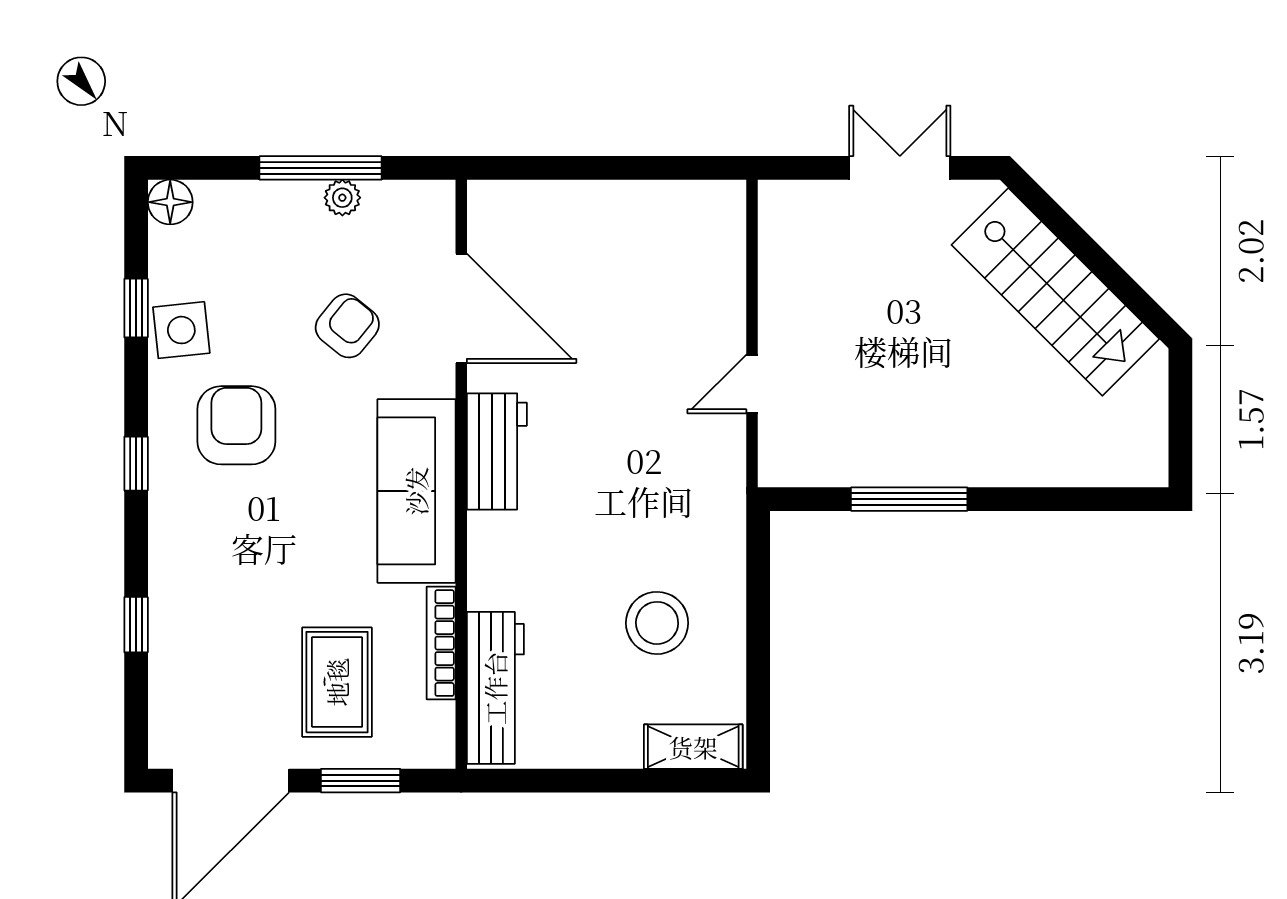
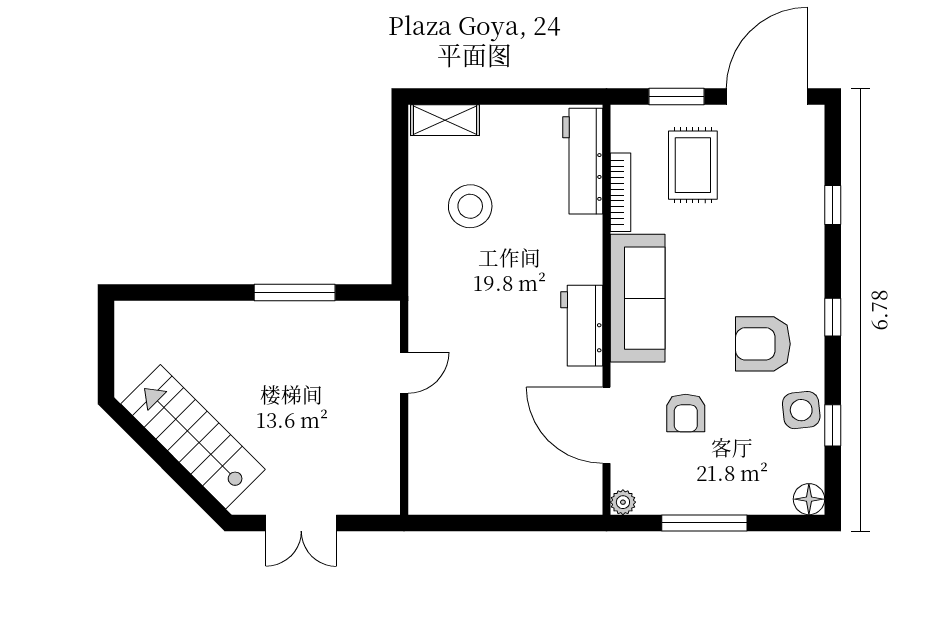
plant: (342, 198) -> (623, 502), moved
armchair: (347, 326) -> (686, 413), turned -39
armchair: (236, 425) -> (763, 344), turned 90

